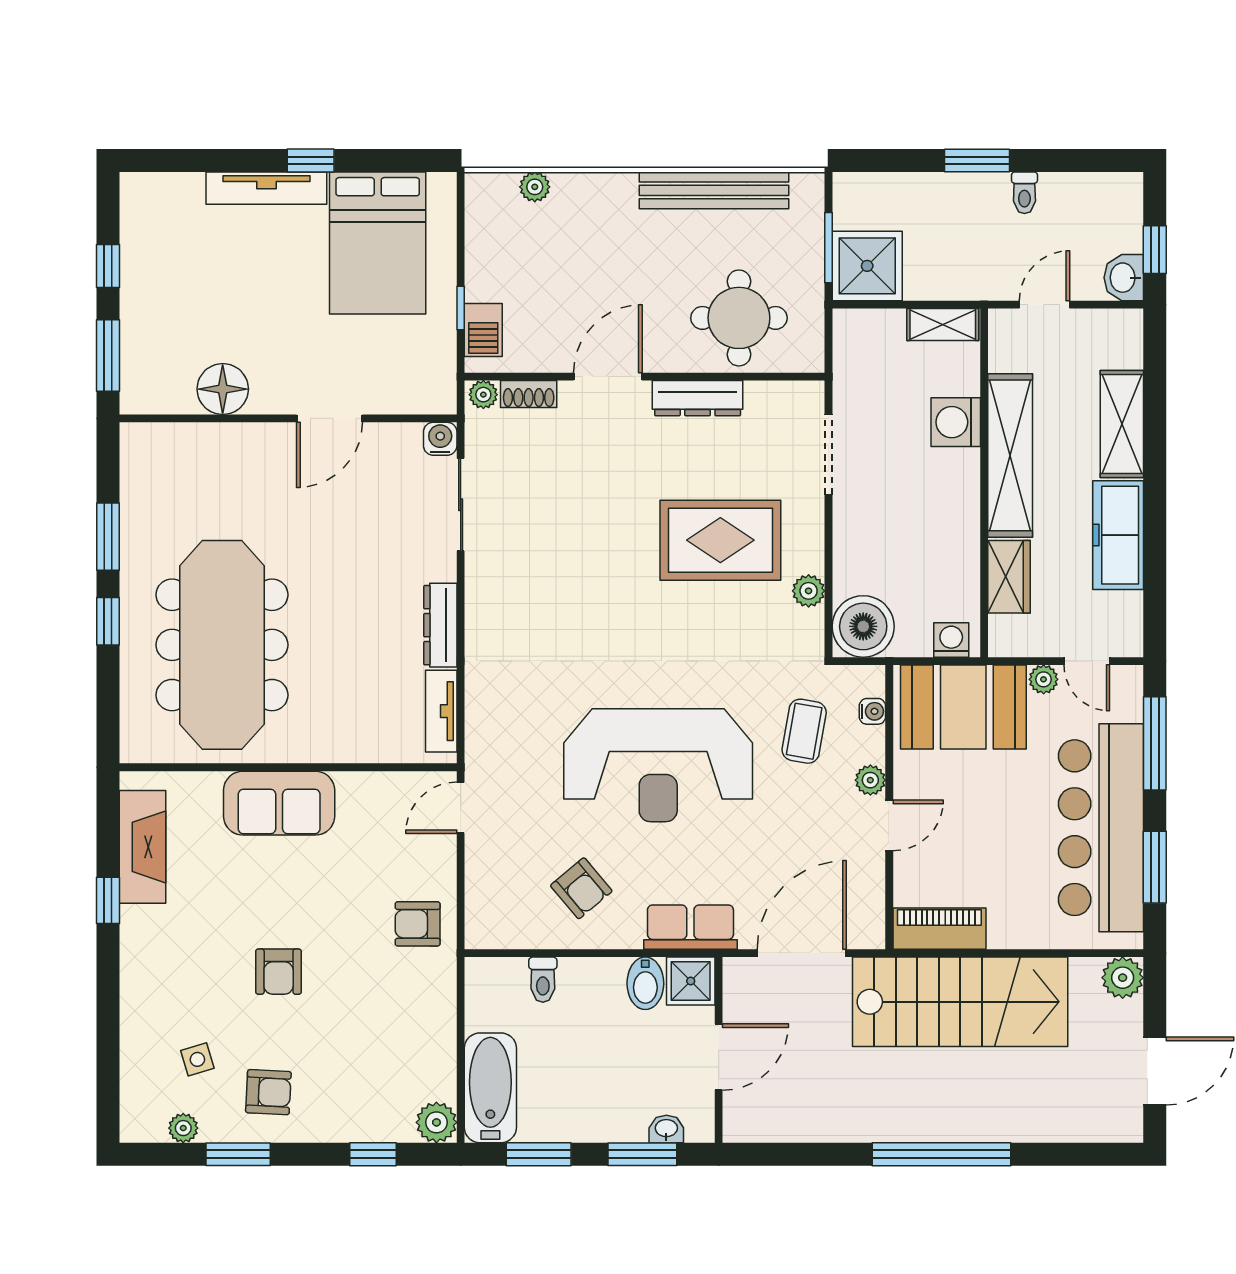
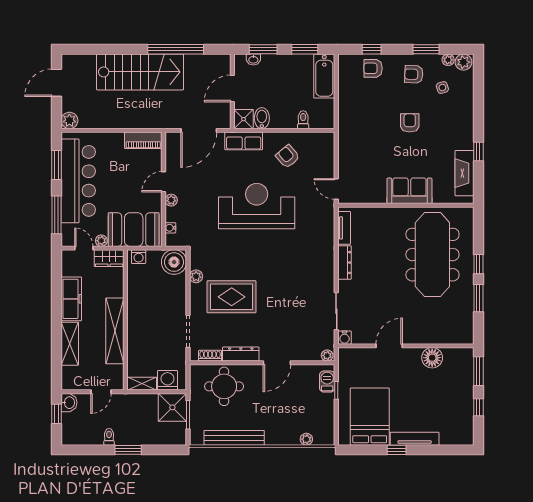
shoe rack: (529, 394) -> (210, 356), moved
washing machine: (956, 422) -> (167, 380), moved, turned -90
wardrobe: (1009, 577) -> (109, 258), moved, turned -90
coffee table: (804, 731) -> (198, 220), removed
door: (461, 808) -> (336, 189), swing flipped
armchair: (418, 924) -> (373, 68), moved, turned 180
stairs: (960, 1002) -> (140, 72), moved, turned 180
plant: (436, 1122) -> (463, 62), moved
window: (942, 1154) -> (176, 49), moved

